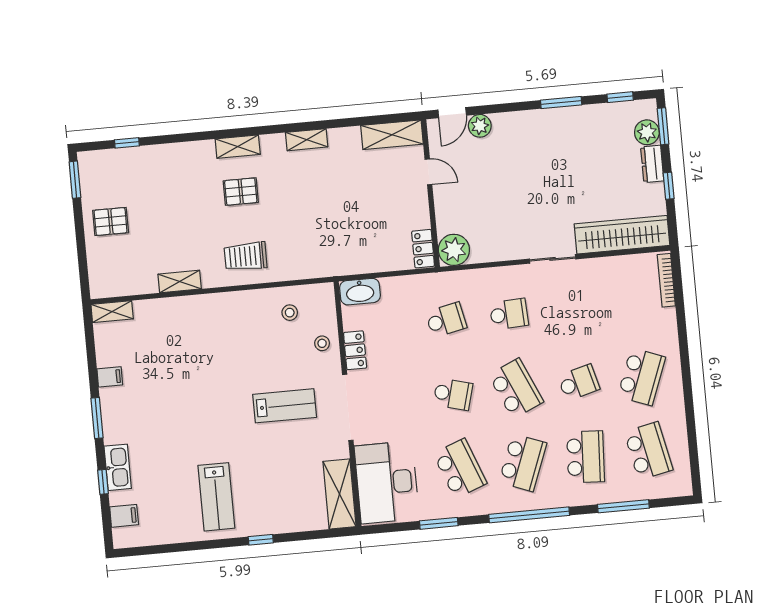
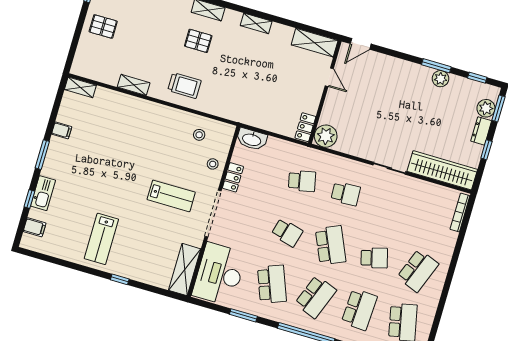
plant: (480, 126) -> (440, 79), moved
trolley: (246, 256) -> (184, 86), turned 180

